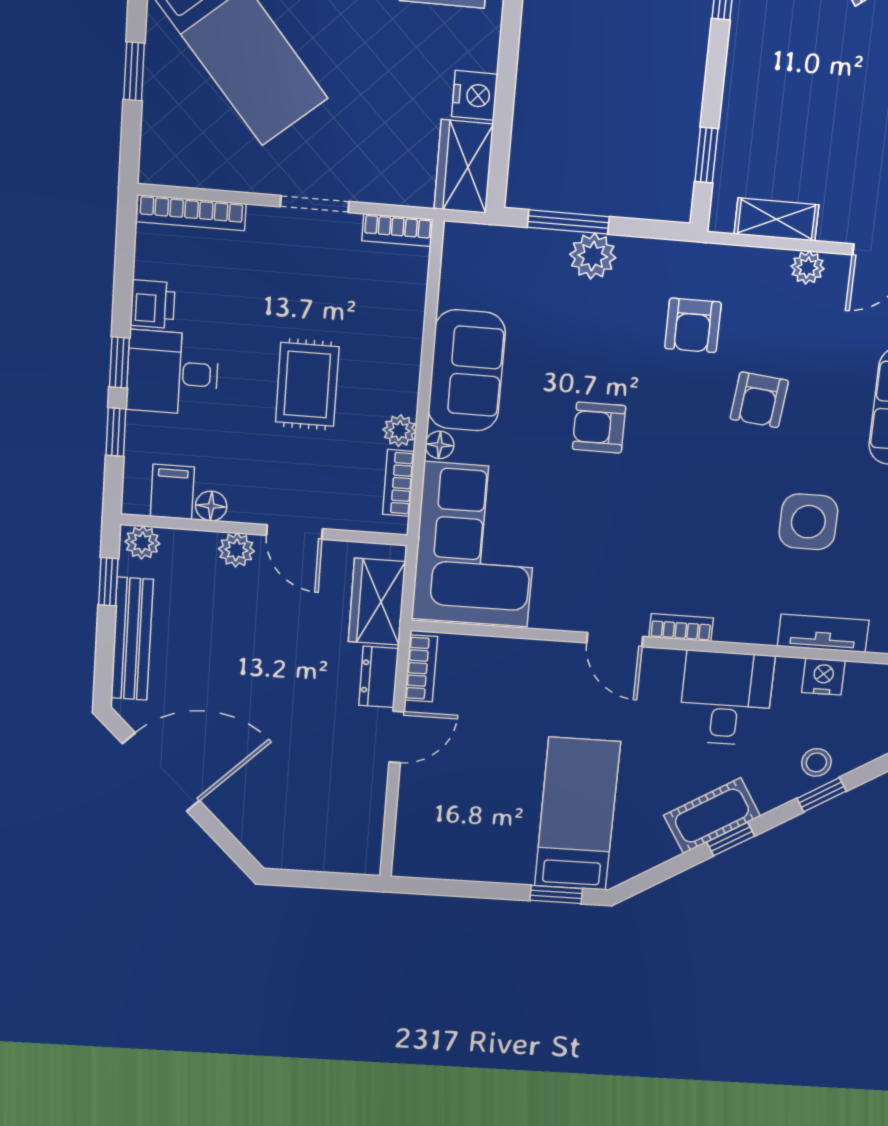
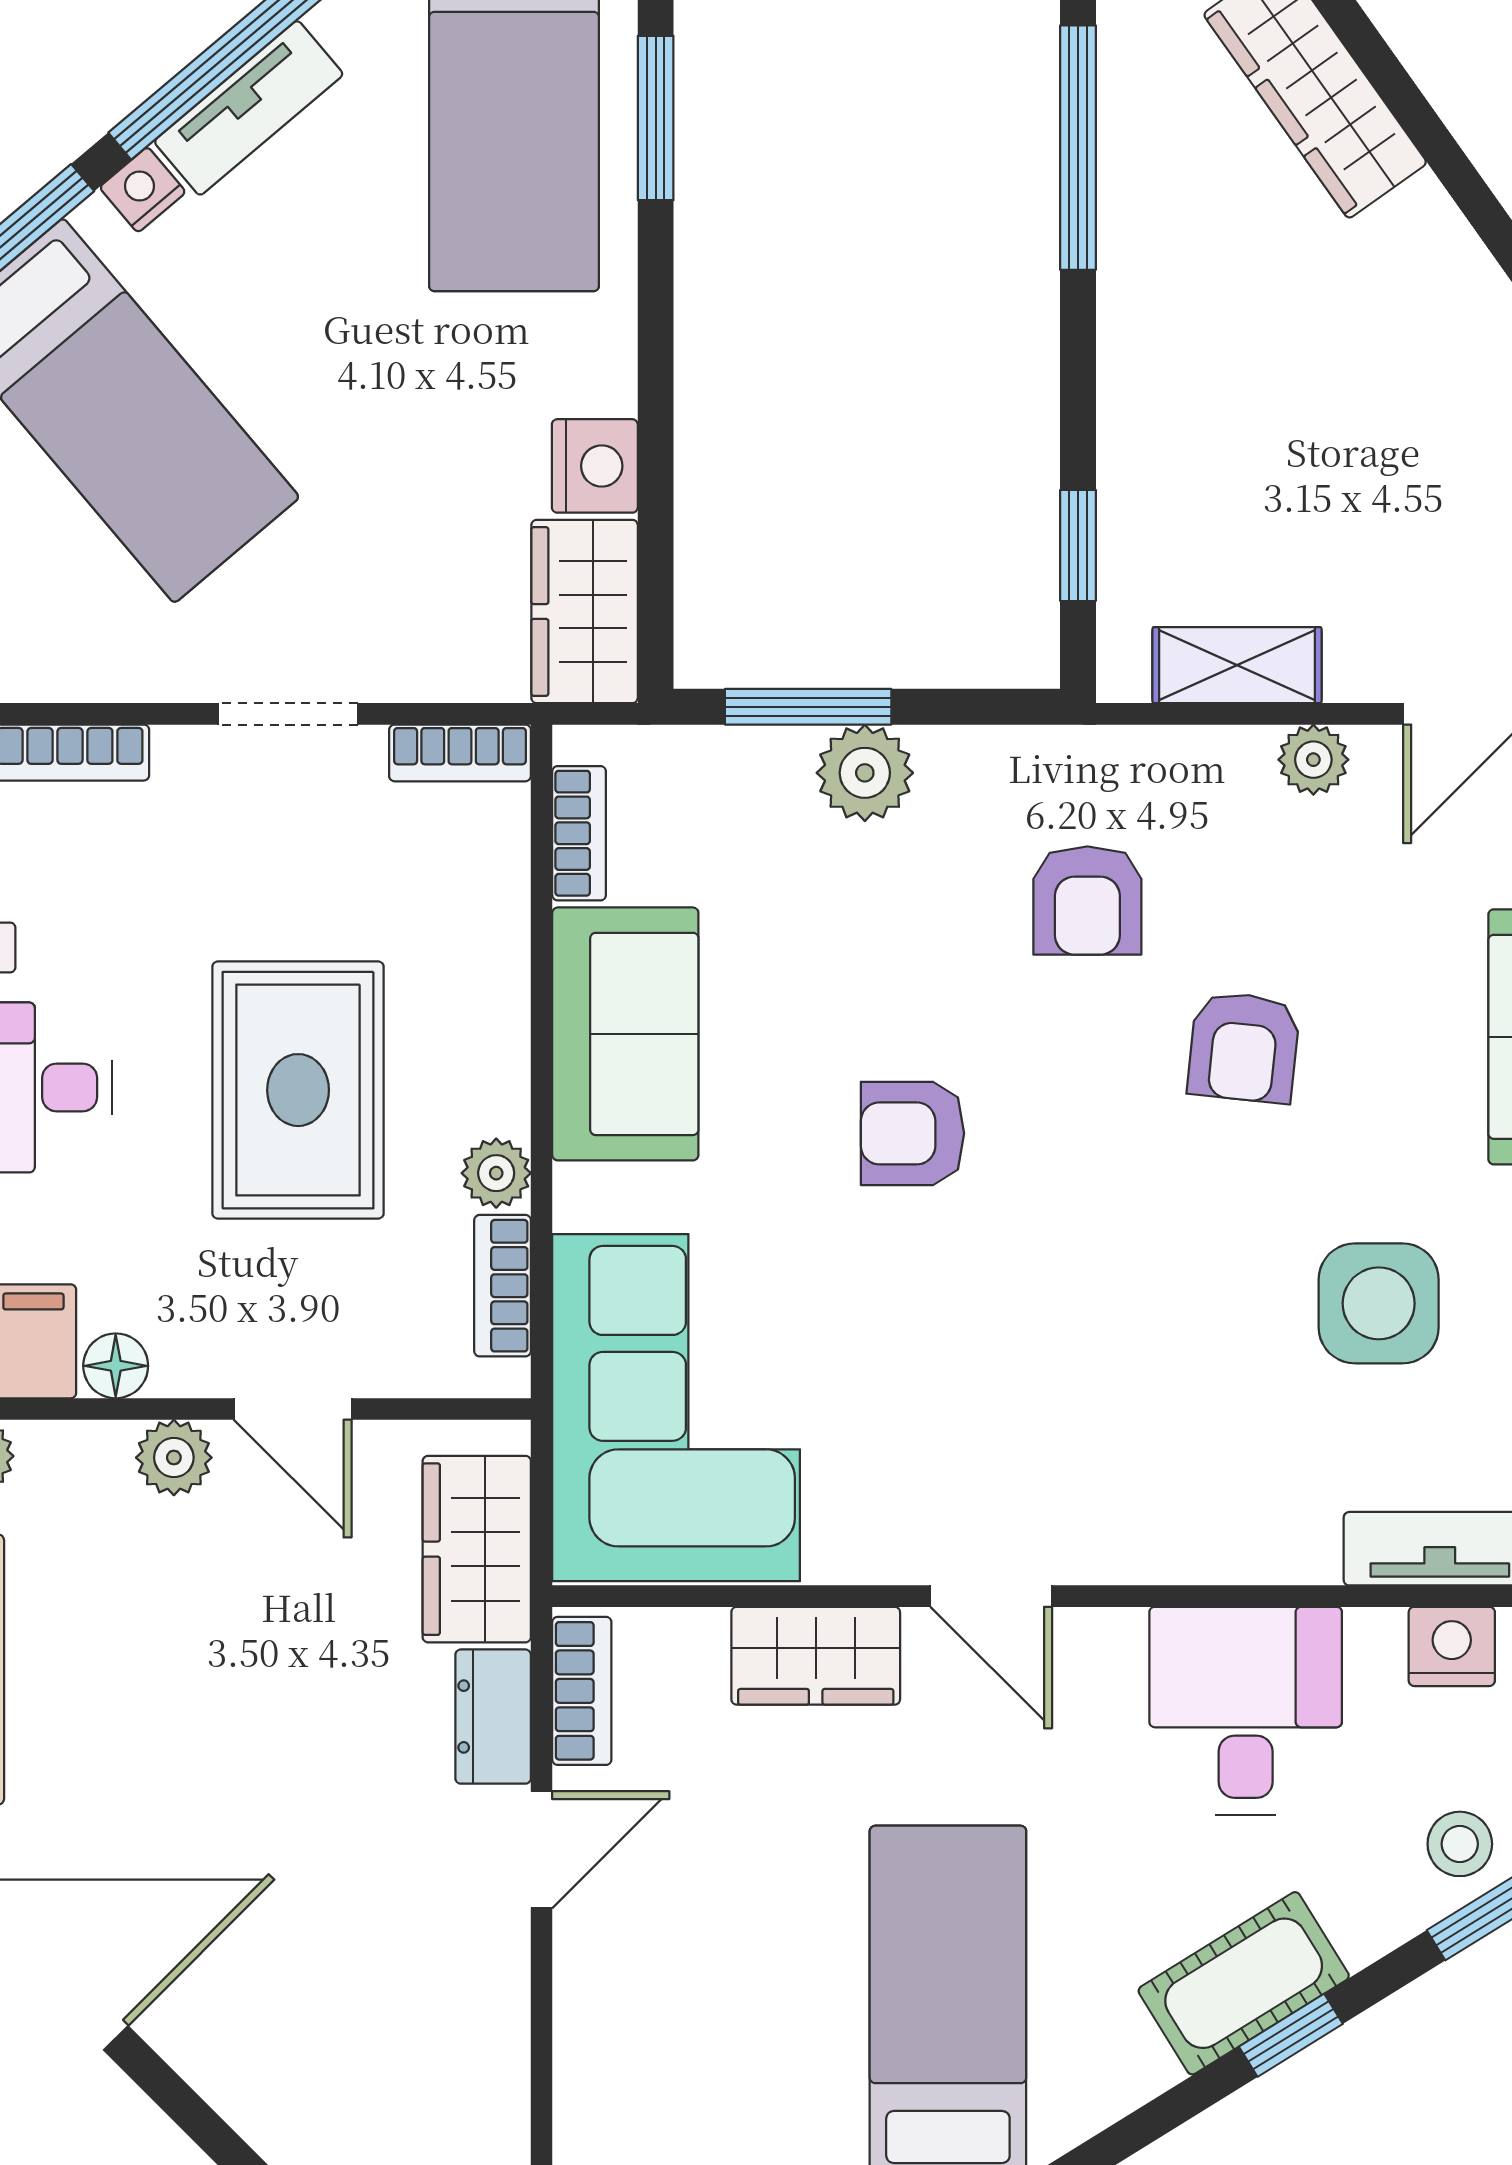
rug: (307, 384) -> (298, 1090), width x1.36, depth x1.43
floor lamp: (440, 445) -> (582, 1197), removed
bookcase: (681, 628) -> (579, 833), moved, turned 90
wardrobe: (531, 660) -> (816, 1656), added

